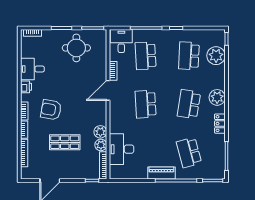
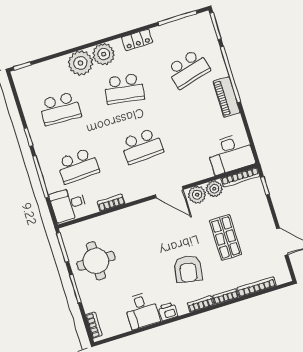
plant: (216, 56) -> (80, 63), moved
door: (108, 90) -> (169, 192), moved
desk: (122, 149) -> (231, 154), moved

